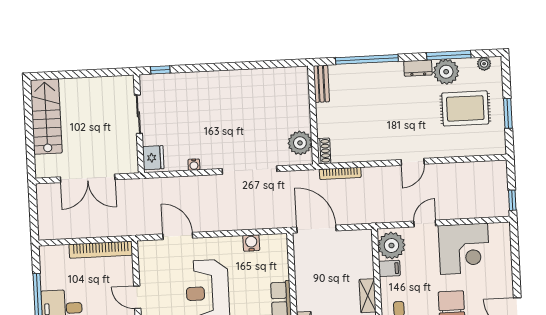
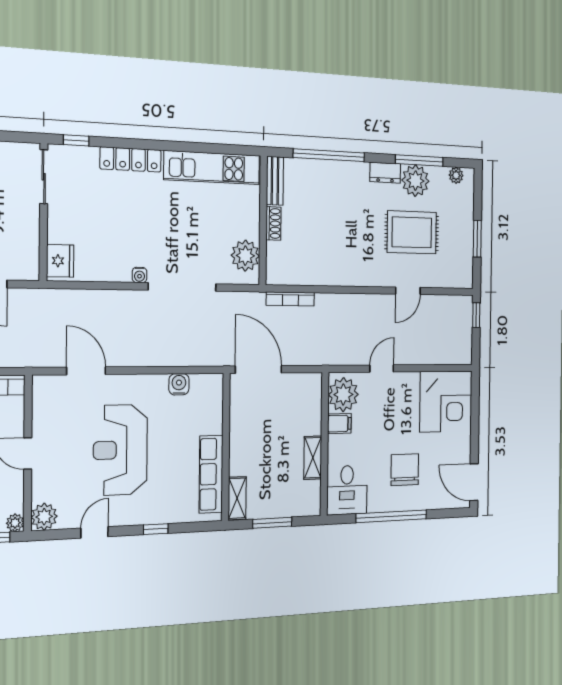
locker: (203, 79) -> (131, 159), added
kitchen unit: (268, 79) -> (212, 168), added
rug: (465, 108) -> (412, 232), moved
sliding door: (138, 114) -> (44, 177), moved
shoe rack: (324, 151) -> (273, 223), moved
door: (413, 162) -> (408, 291), moved
water cooler: (194, 165) -> (140, 275), moved
window: (512, 200) -> (476, 315), moved
corner desk: (464, 249) -> (446, 401), moved

